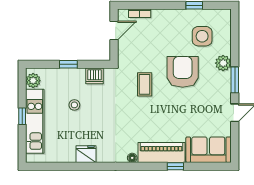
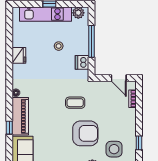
window: (68, 64) -> (91, 41), width x2.17

